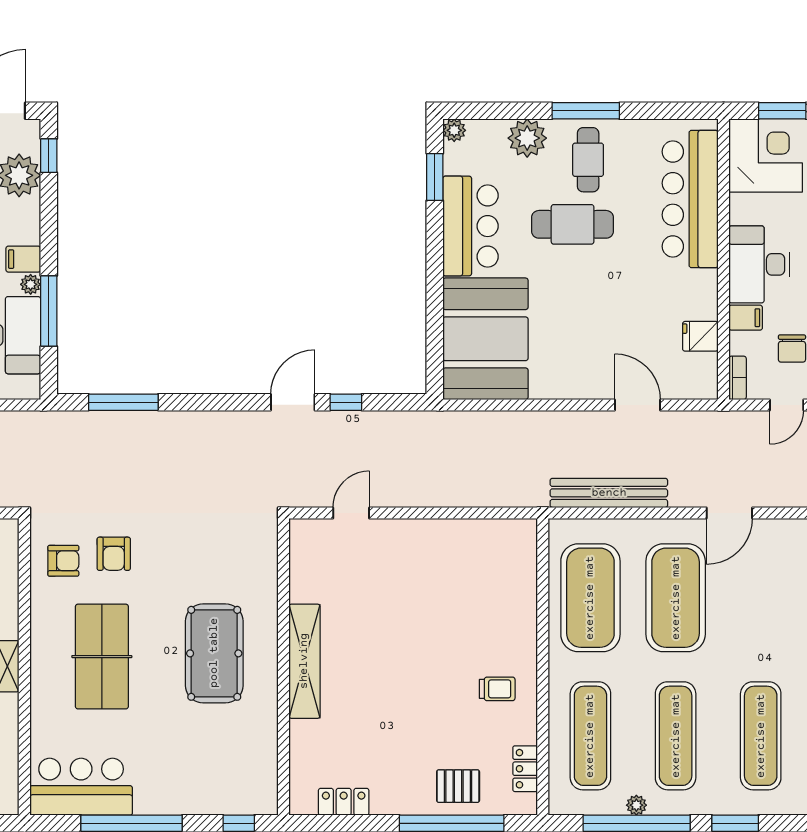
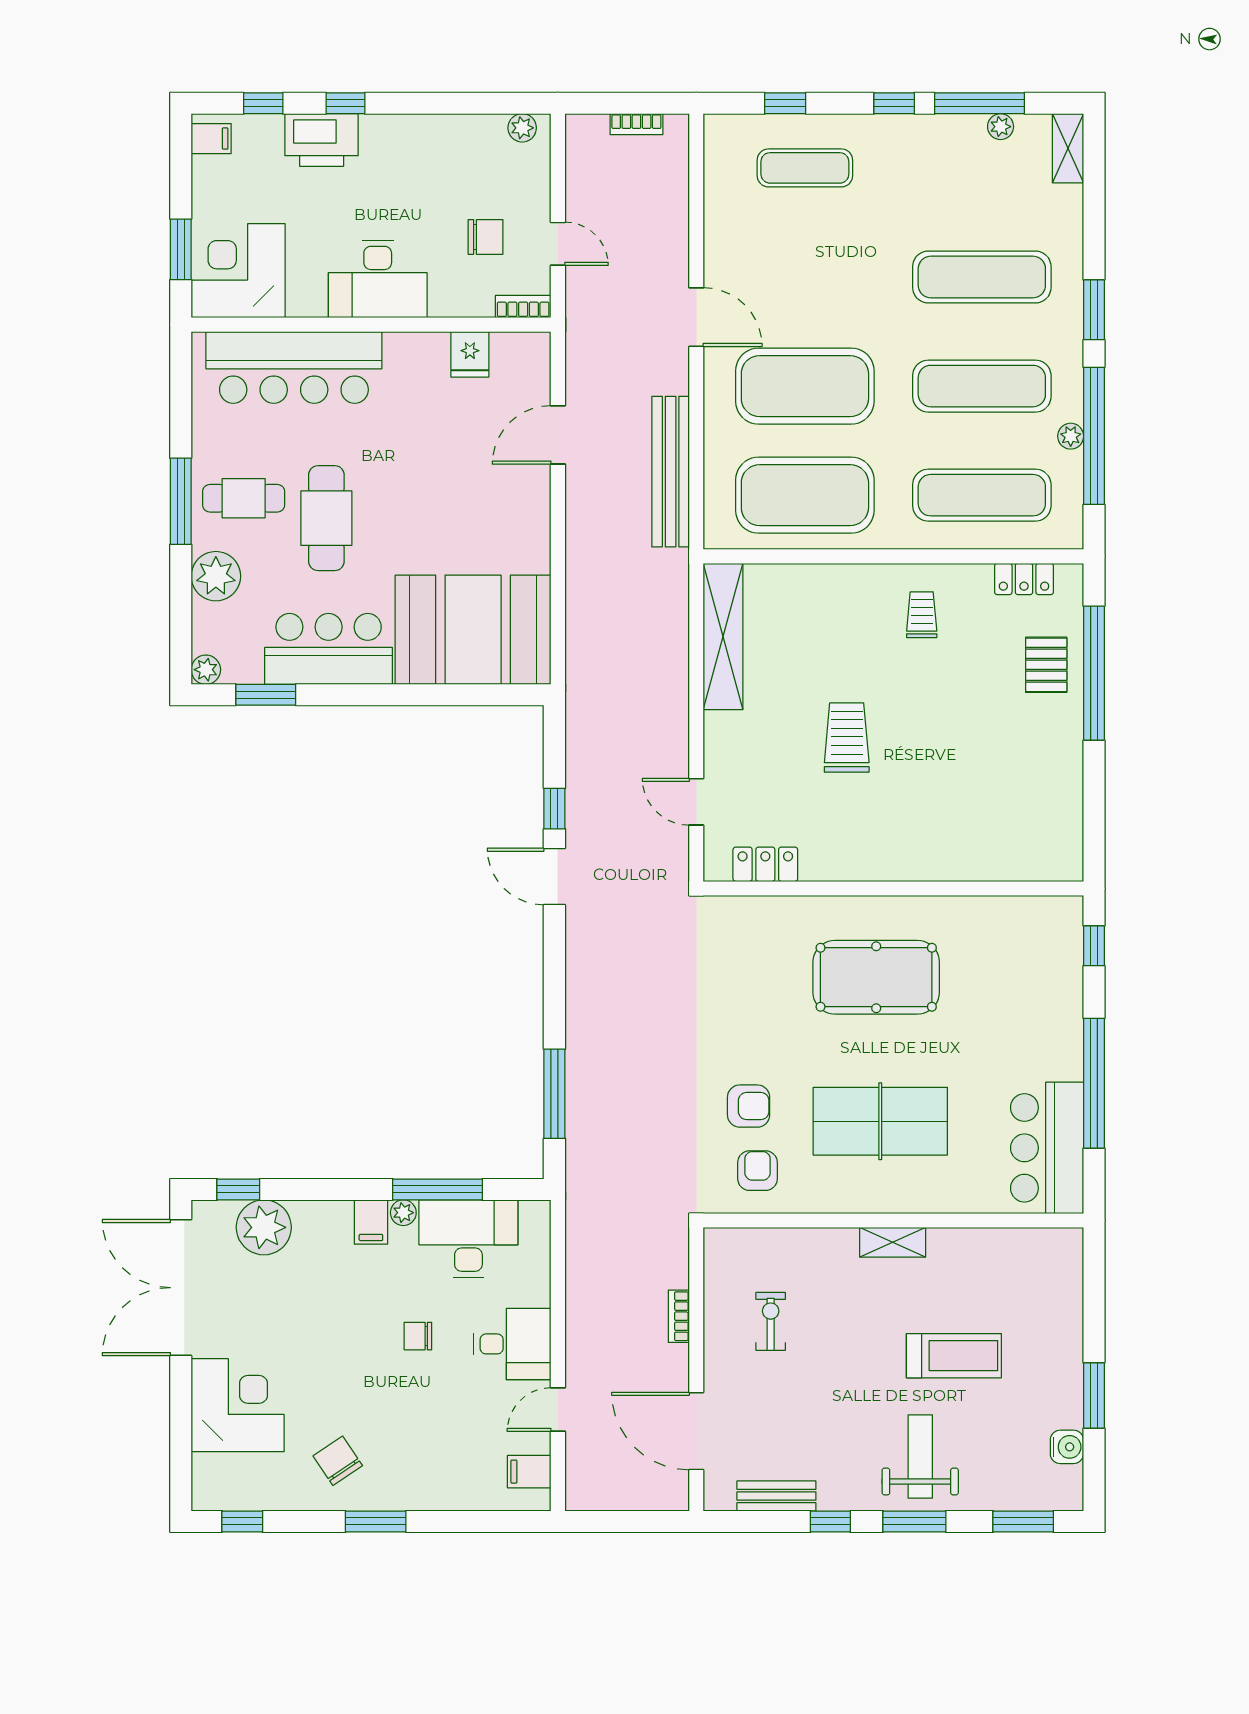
filing cabinet: (746, 318) -> (446, 296), removed
trolley: (401, 630) -> (847, 738), added
shelving: (304, 661) -> (723, 636), moved, turned 90
locker: (344, 802) -> (765, 864), moved, turned 90

